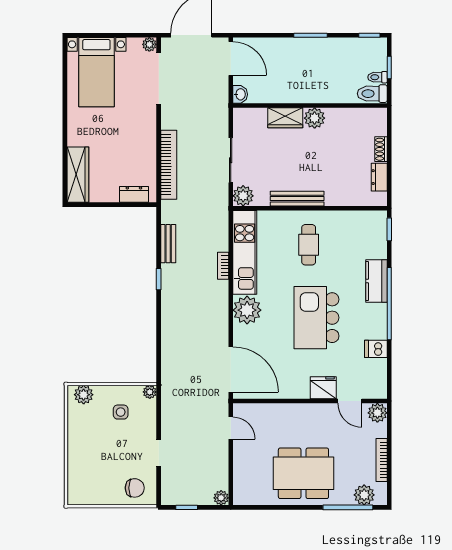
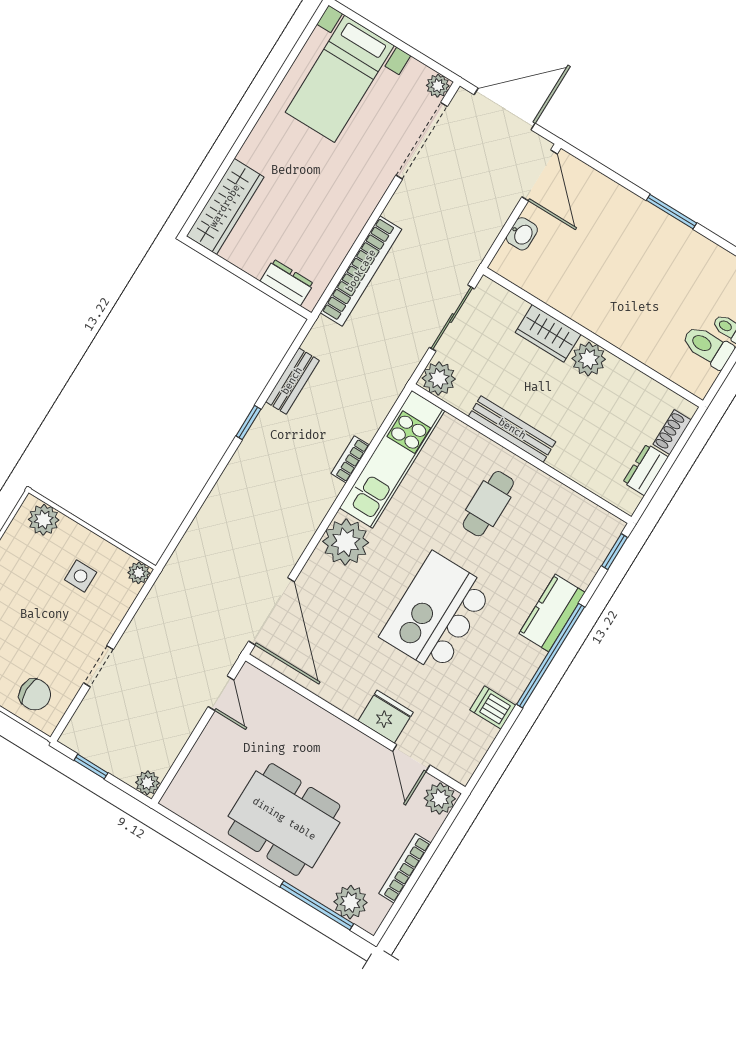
wall: (310, 106) -> (593, 337), moved
wardrobe: (285, 118) -> (548, 333), moved
plant: (315, 118) -> (589, 359), moved

